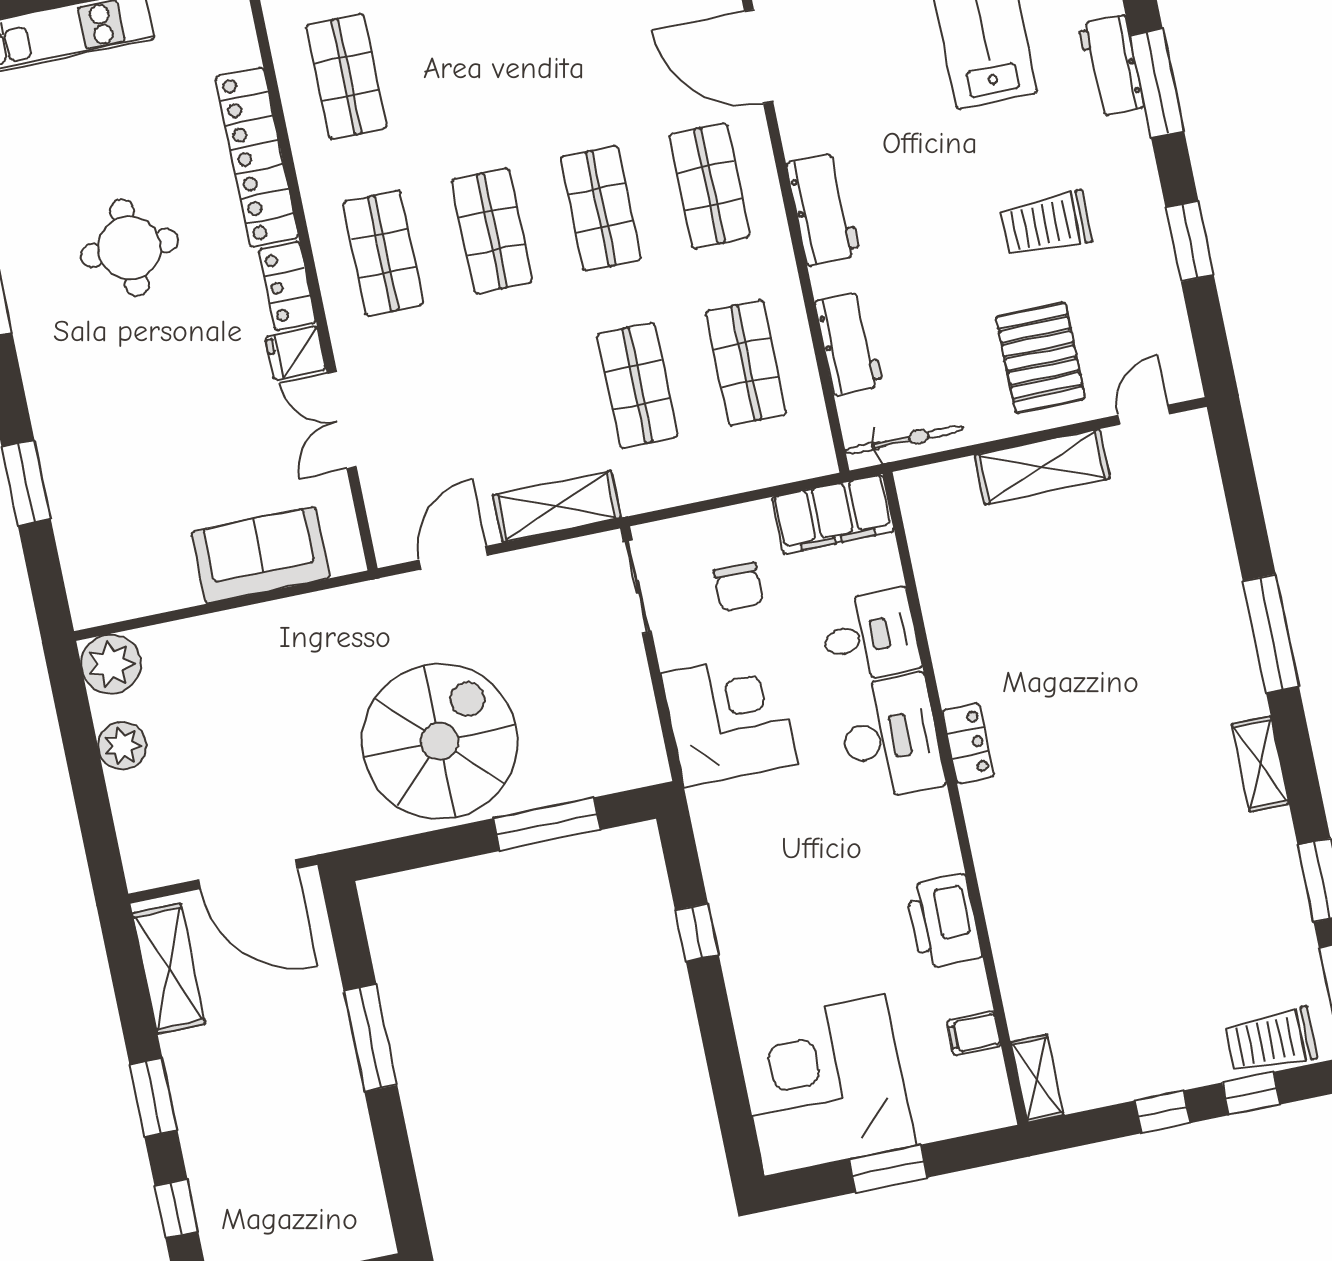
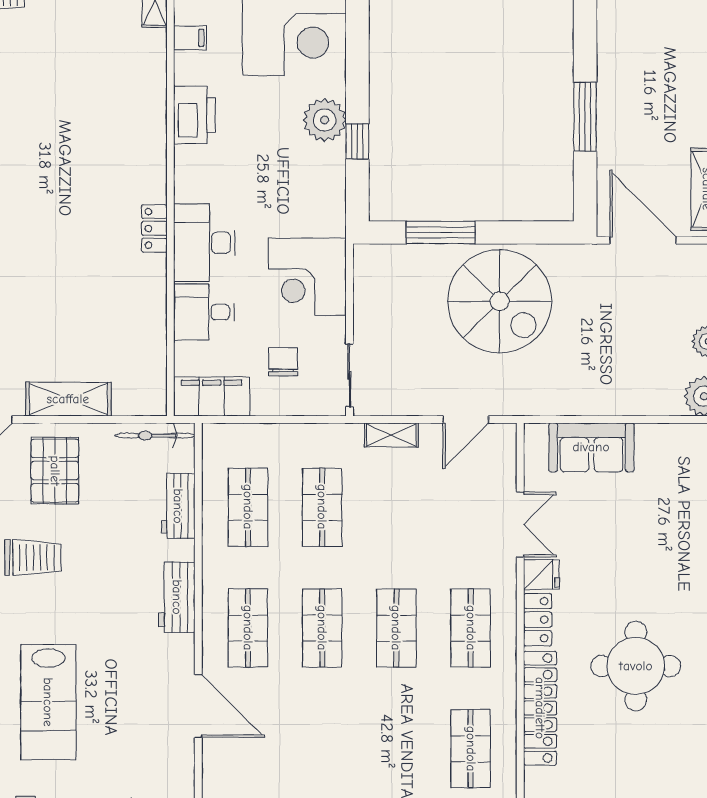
round table: (129, 248) -> (636, 666), width x1.36, depth x1.36
shelving: (557, 506) -> (391, 435), width x0.67, depth x0.75
spiral stairs: (440, 741) -> (500, 301), turned -90
plant: (751, 954) -> (325, 120), added

